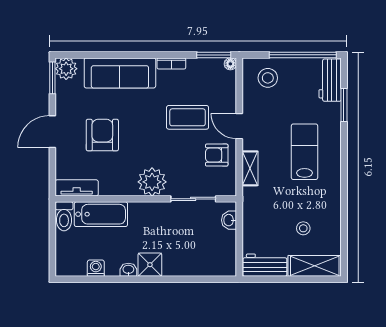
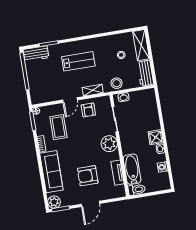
stool: (268, 78) -> (117, 83), moved
coffee table: (188, 117) -> (58, 127), moved
door: (52, 132) -> (90, 204), hinge flipped
lab bench: (305, 152) -> (78, 61), turned 180
tv unit: (77, 188) -> (118, 173), moved

